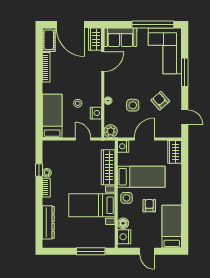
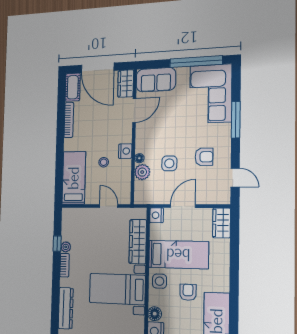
armchair: (160, 101) -> (204, 157), turned 131
nightstand: (96, 113) -> (125, 151), moved
plant: (111, 131) -> (142, 172), moved

